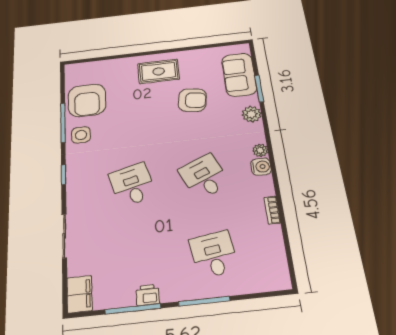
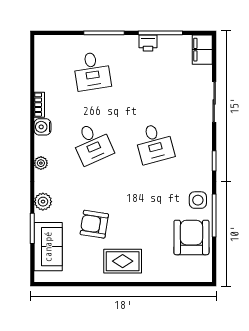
water cooler: (261, 167) -> (42, 127), moved

